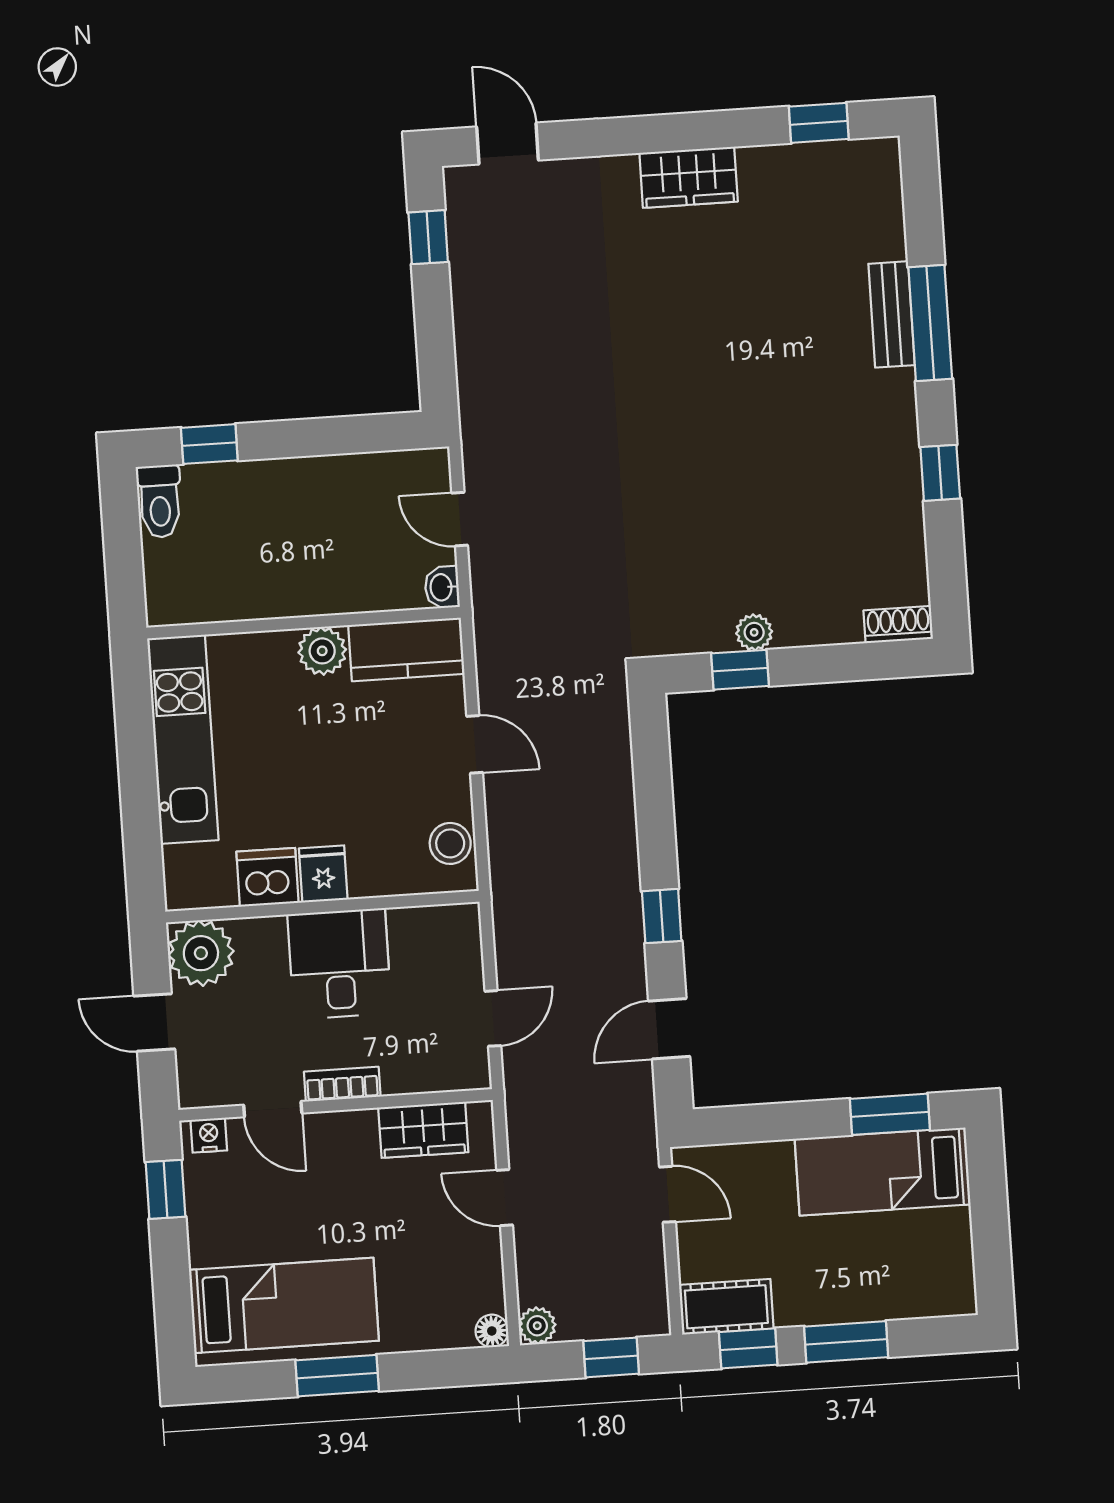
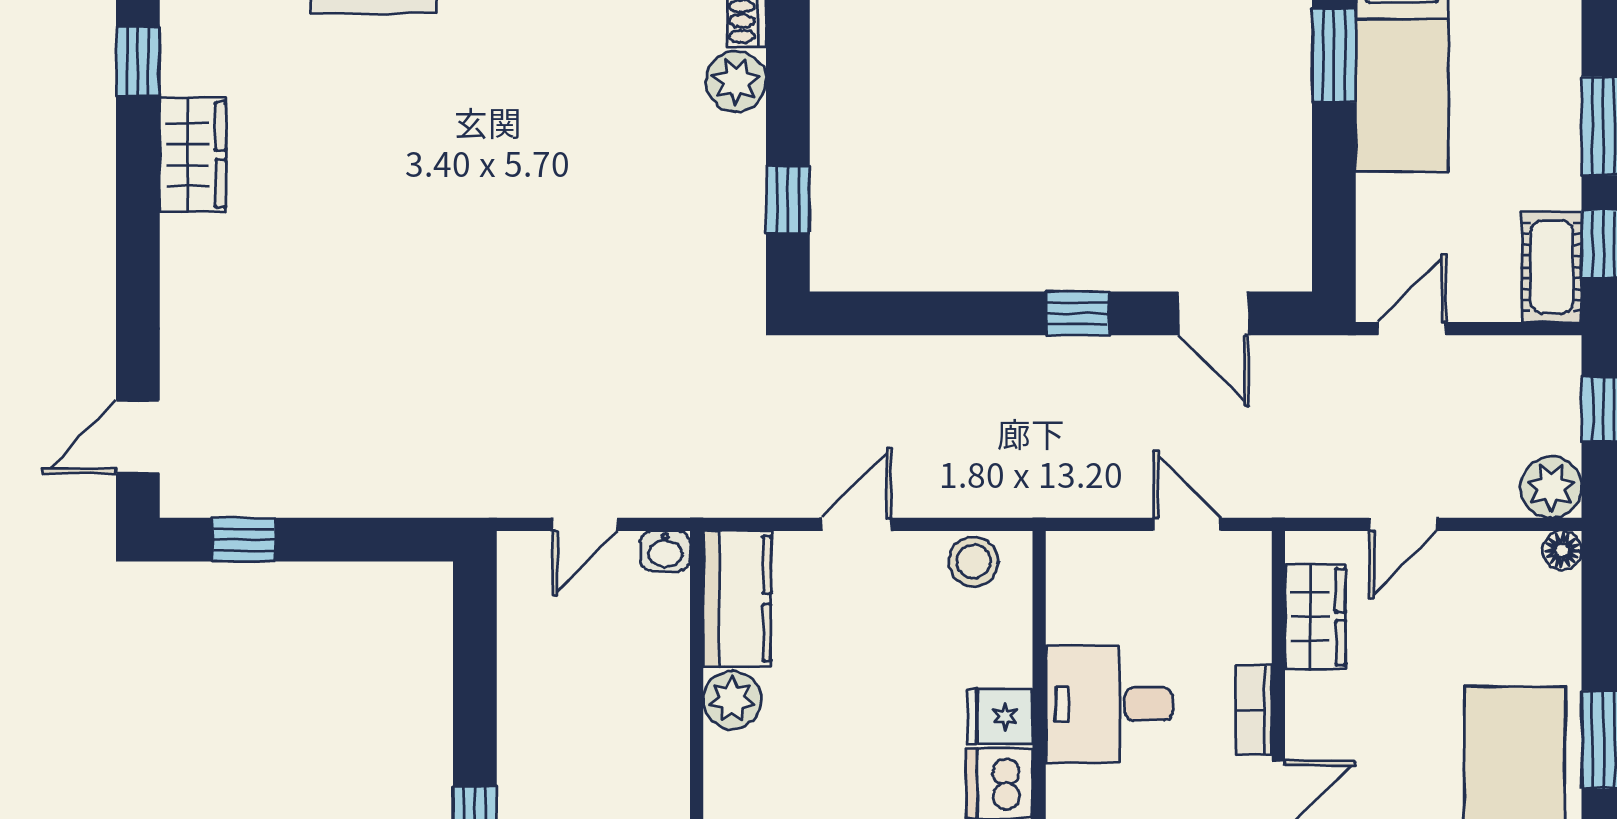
wardrobe: (689, 177) -> (193, 155), moved
plant: (754, 632) -> (736, 81), moved, width x1.38, depth x1.38
plant: (537, 1326) -> (1551, 487), width x1.38, depth x1.38

